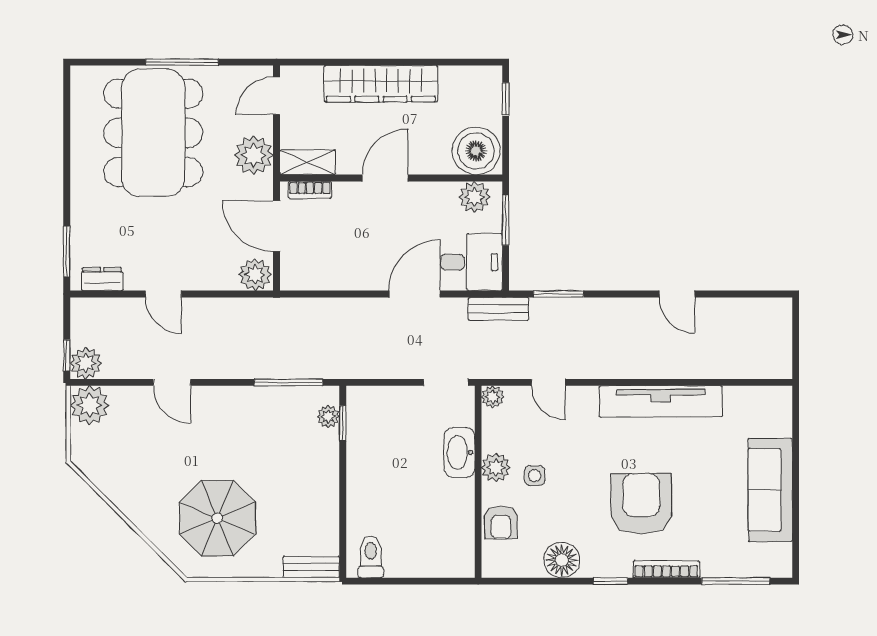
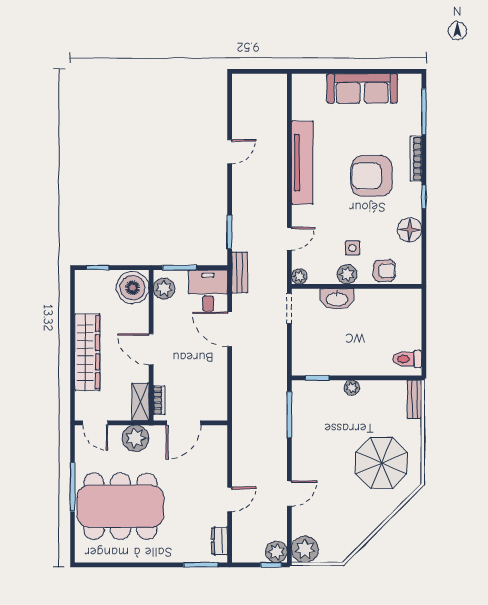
plant: (255, 275) -> (216, 437), removed
plant: (328, 417) -> (352, 388), moved

